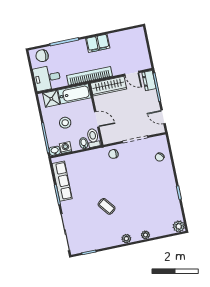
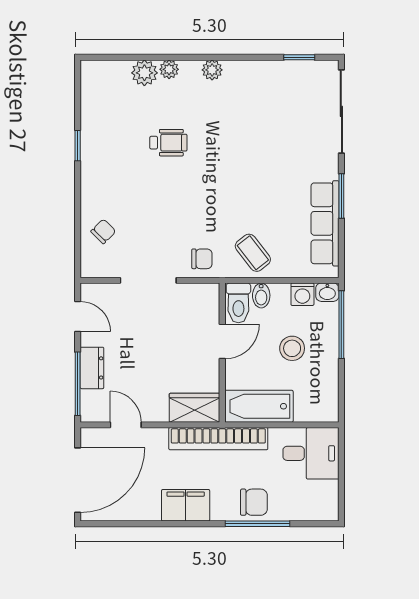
door: (148, 44) -> (78, 480), added
chair: (42, 56) -> (254, 502), moved
dresser: (149, 81) -> (92, 368), moved
wardrobe: (108, 86) -> (195, 408), width x0.67
shower: (51, 99) -> (311, 406), removed
door: (97, 119) -> (222, 341), swing flipped
wheelchair: (139, 202) -> (168, 143), added
coffee table: (107, 206) -> (253, 253), moved
plant: (179, 226) -> (144, 73), moved

